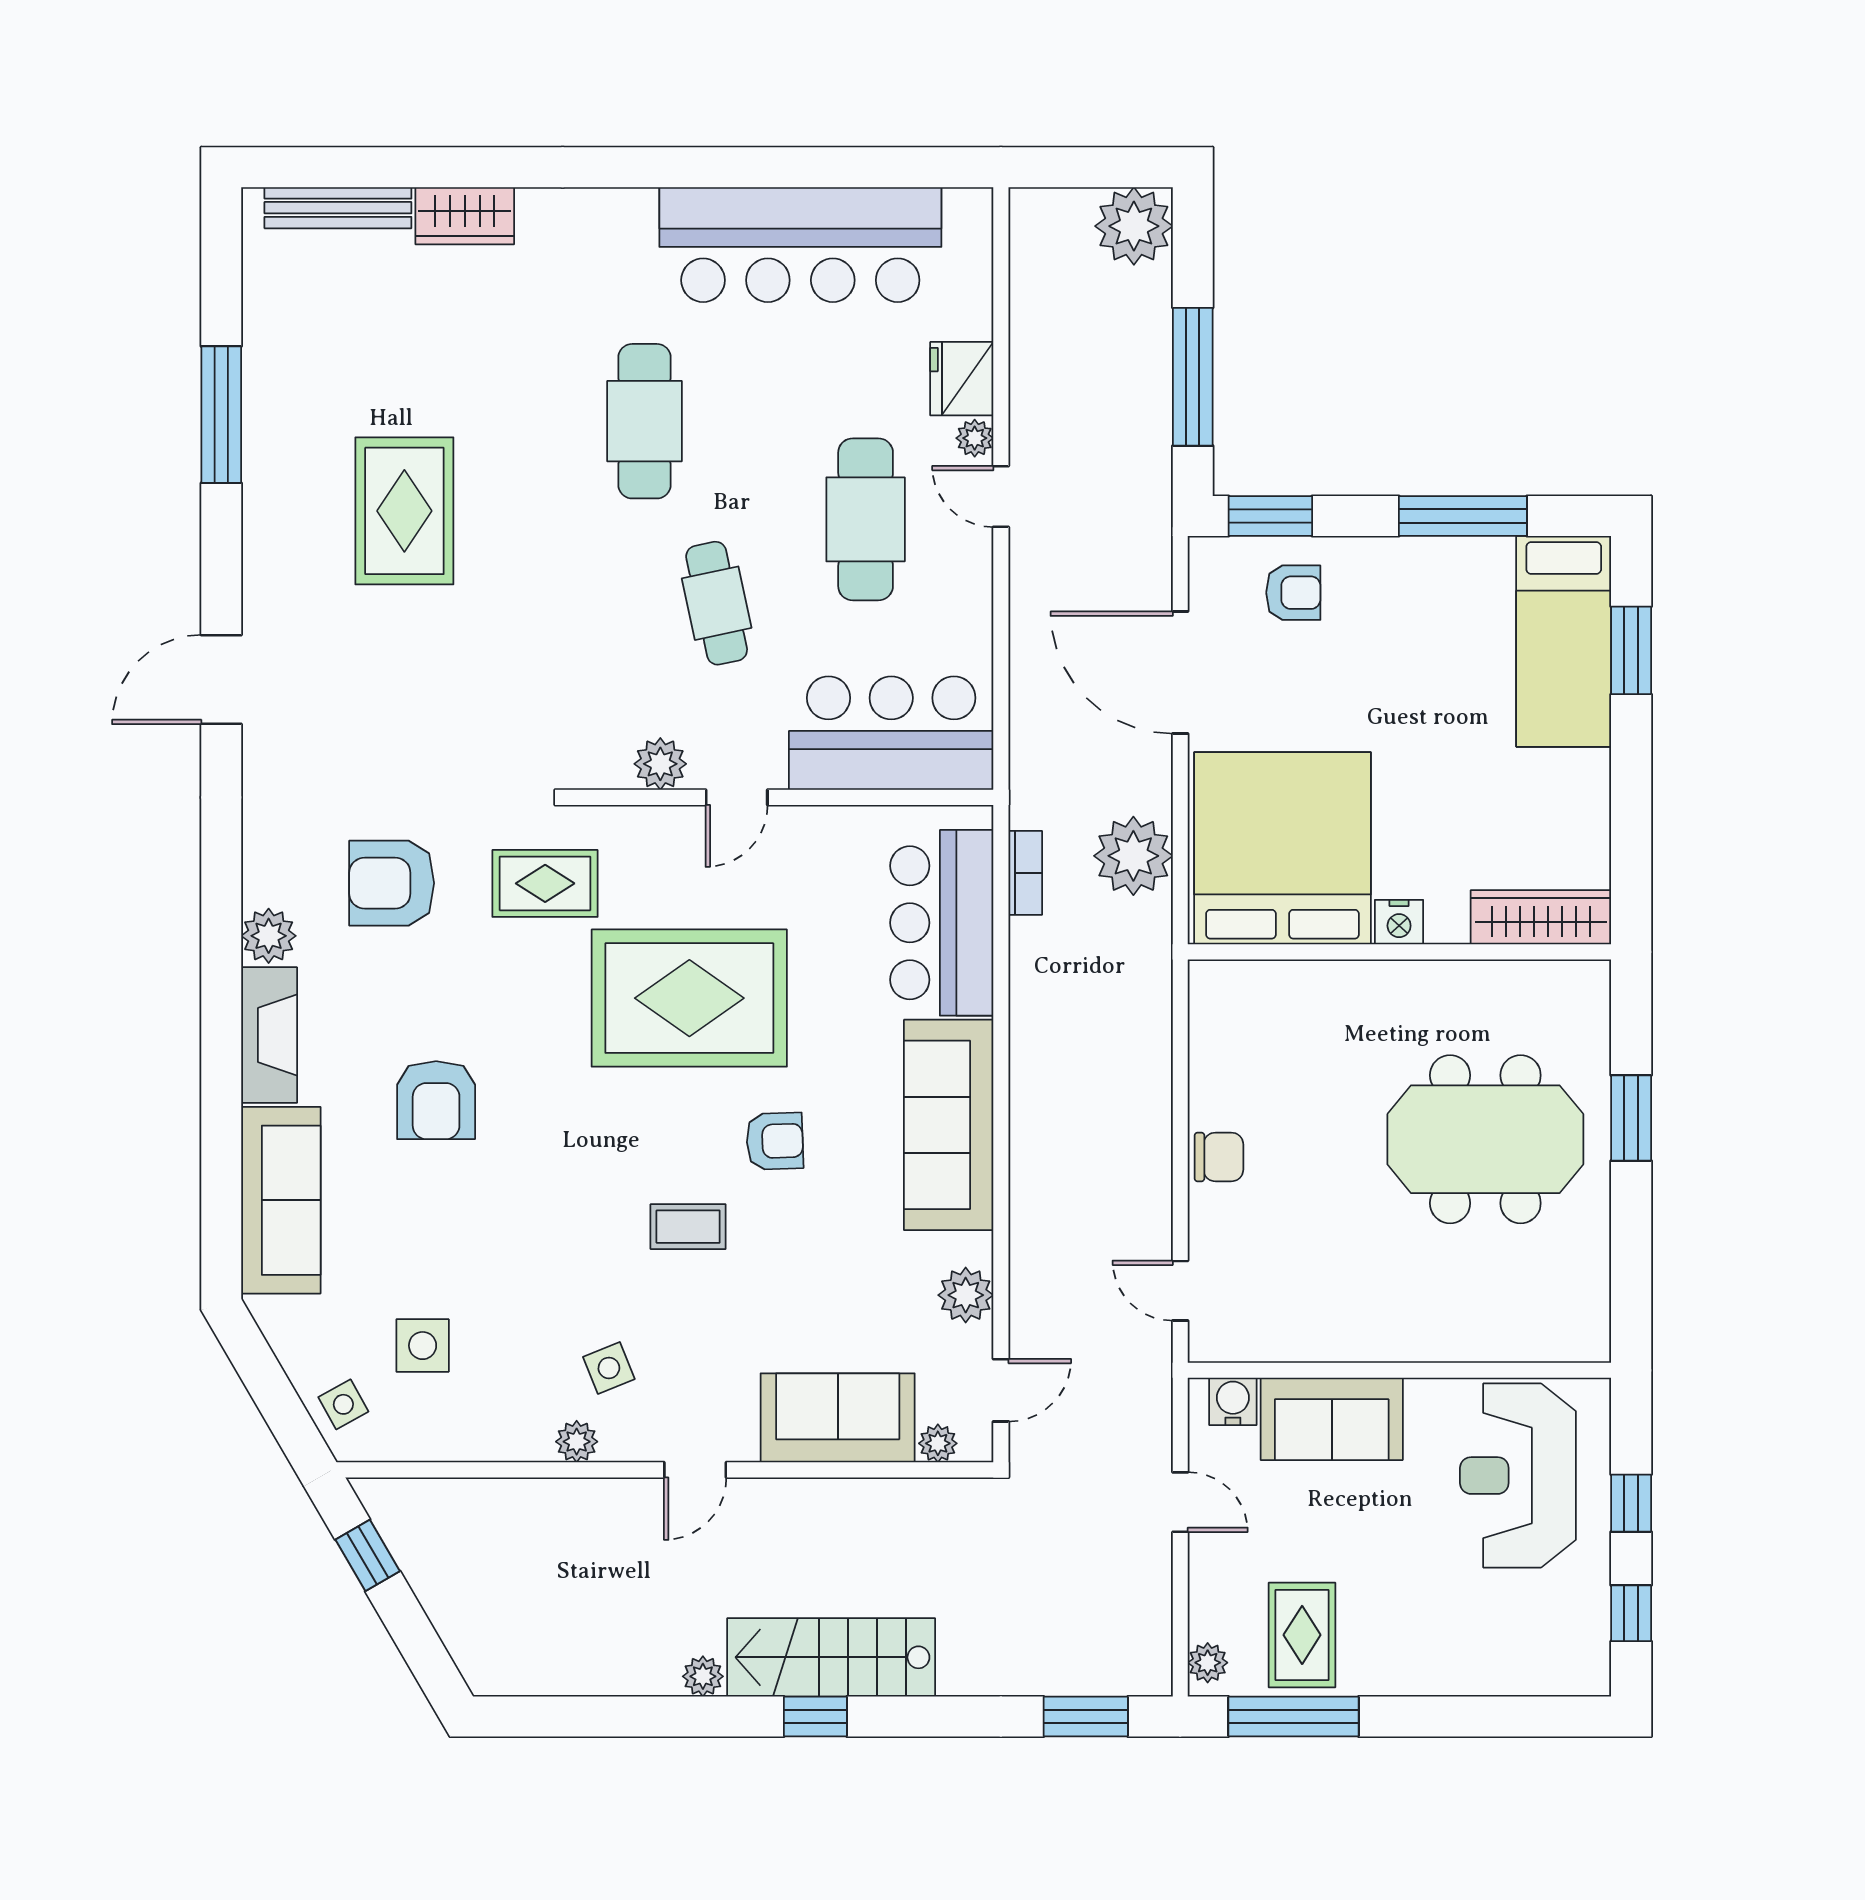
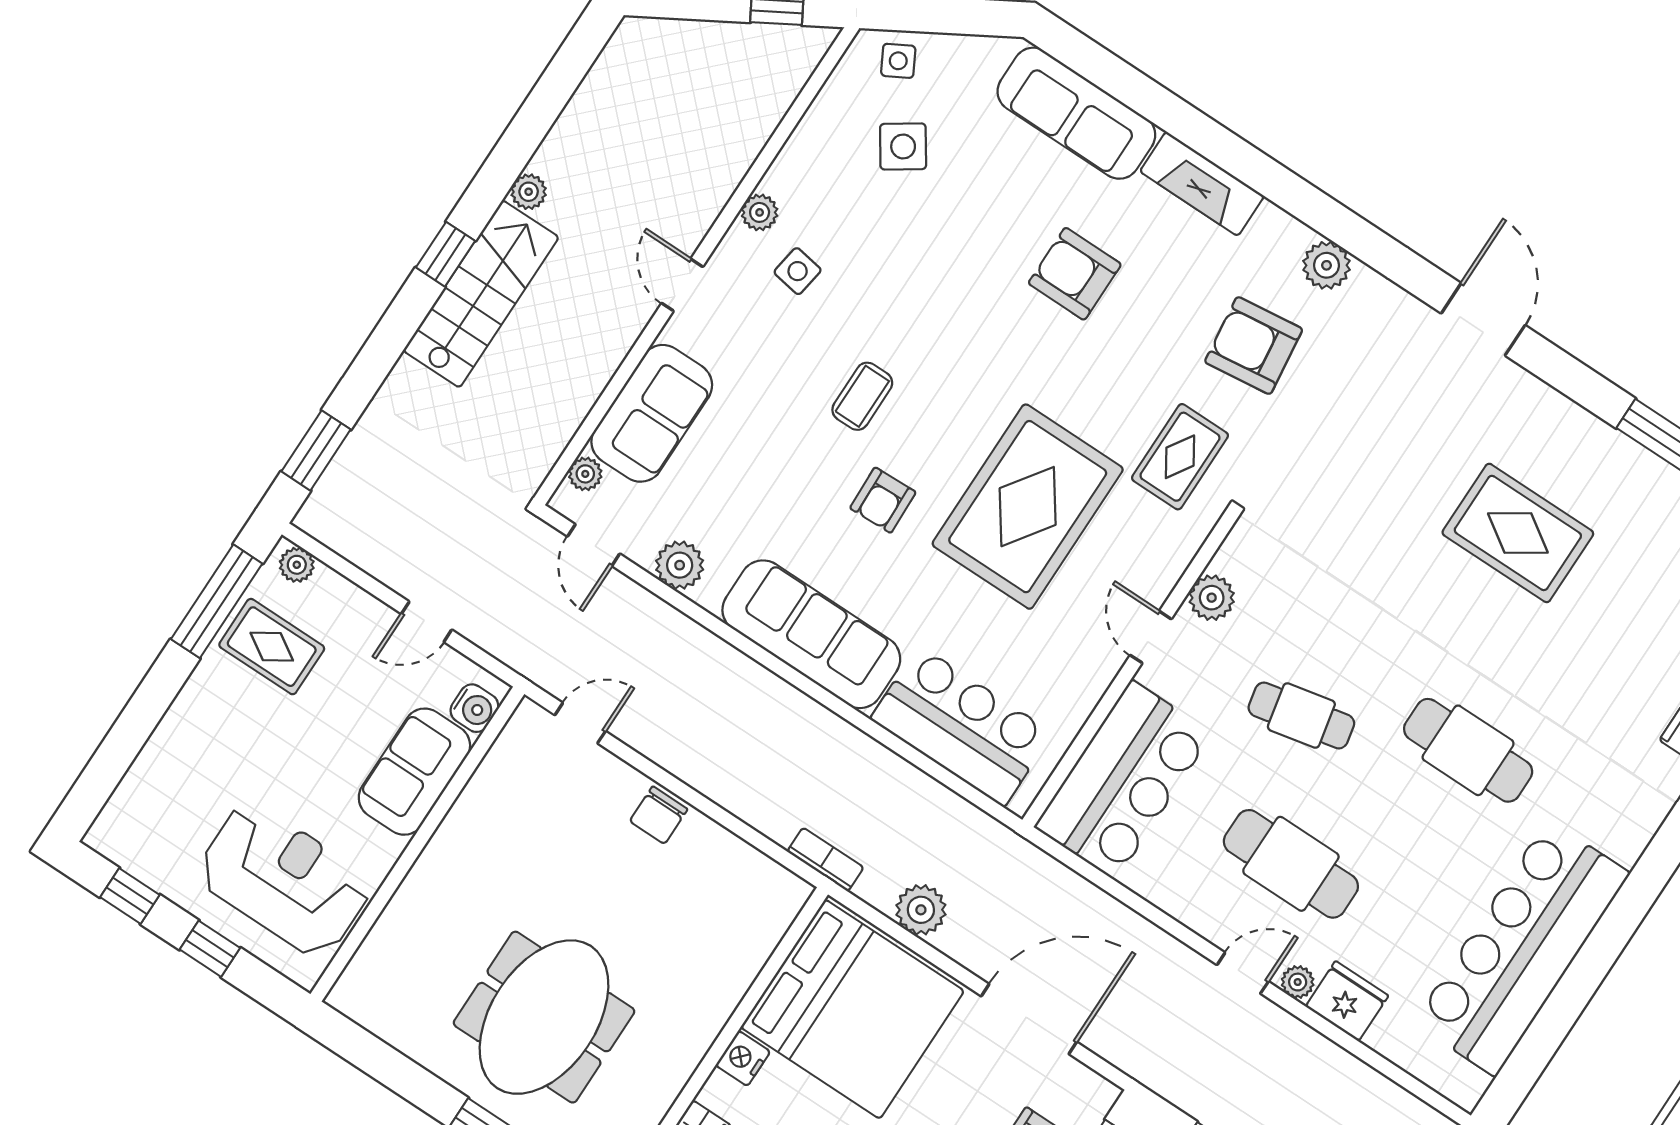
plant: (1133, 856) -> (921, 910), width x0.73, depth x0.73
bookcase: (1025, 873) -> (825, 859), moved, turned 180
armchair: (392, 883) -> (1254, 346), turned -97
plant: (269, 936) -> (1326, 265), moved
side table: (423, 1346) -> (903, 146), turned -34
side table: (609, 1368) -> (798, 271), turned 31

